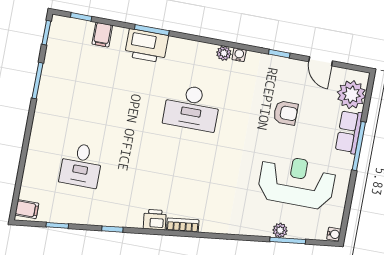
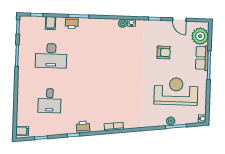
printer: (147, 46) -> (72, 23), width x0.53, depth x0.68
desk: (192, 108) -> (51, 56), moved
printer: (155, 220) -> (83, 127), moved

